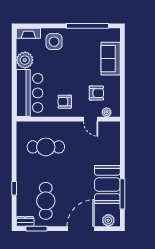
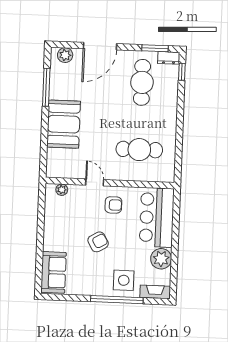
window: (87, 26) -> (117, 300), moved
sofa: (111, 59) -> (54, 272), moved
armchair: (96, 93) -> (98, 242), moved, turned 150
door: (91, 119) -> (95, 182), moved
booth: (107, 185) -> (64, 124), moved
window: (14, 188) -> (182, 72), moved

